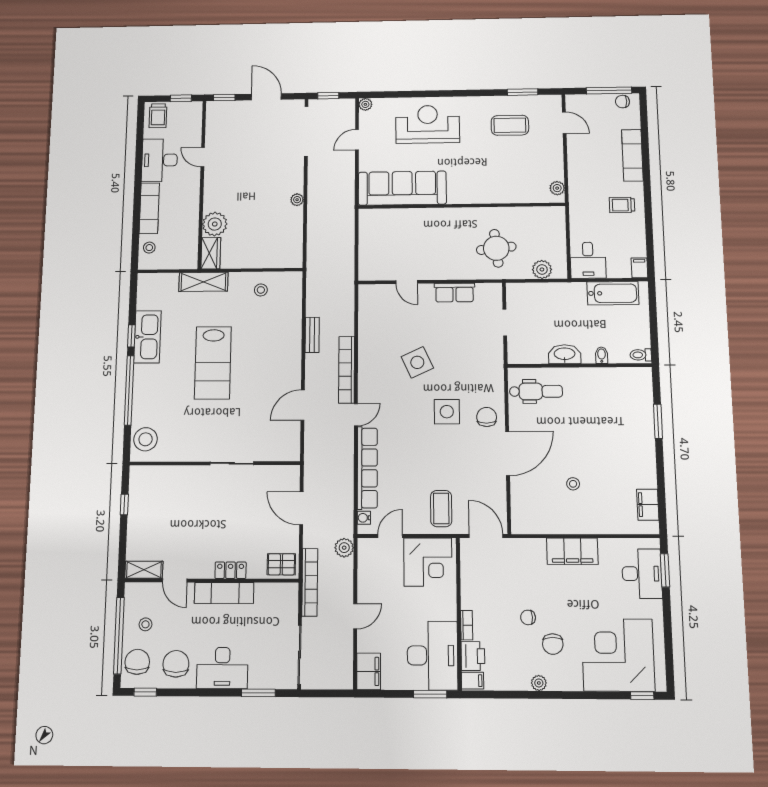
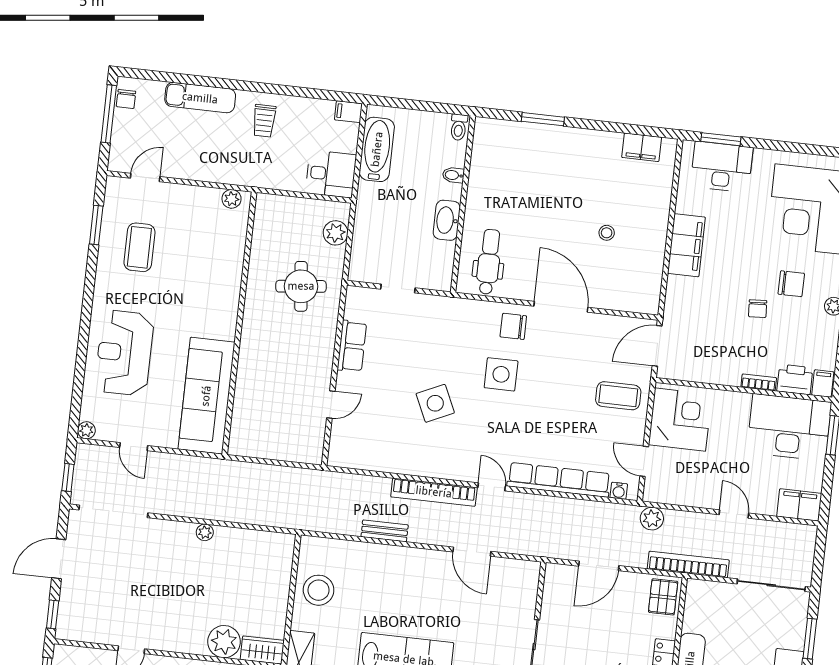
stool: (261, 290) -> (319, 590), width x1.89, depth x1.89

